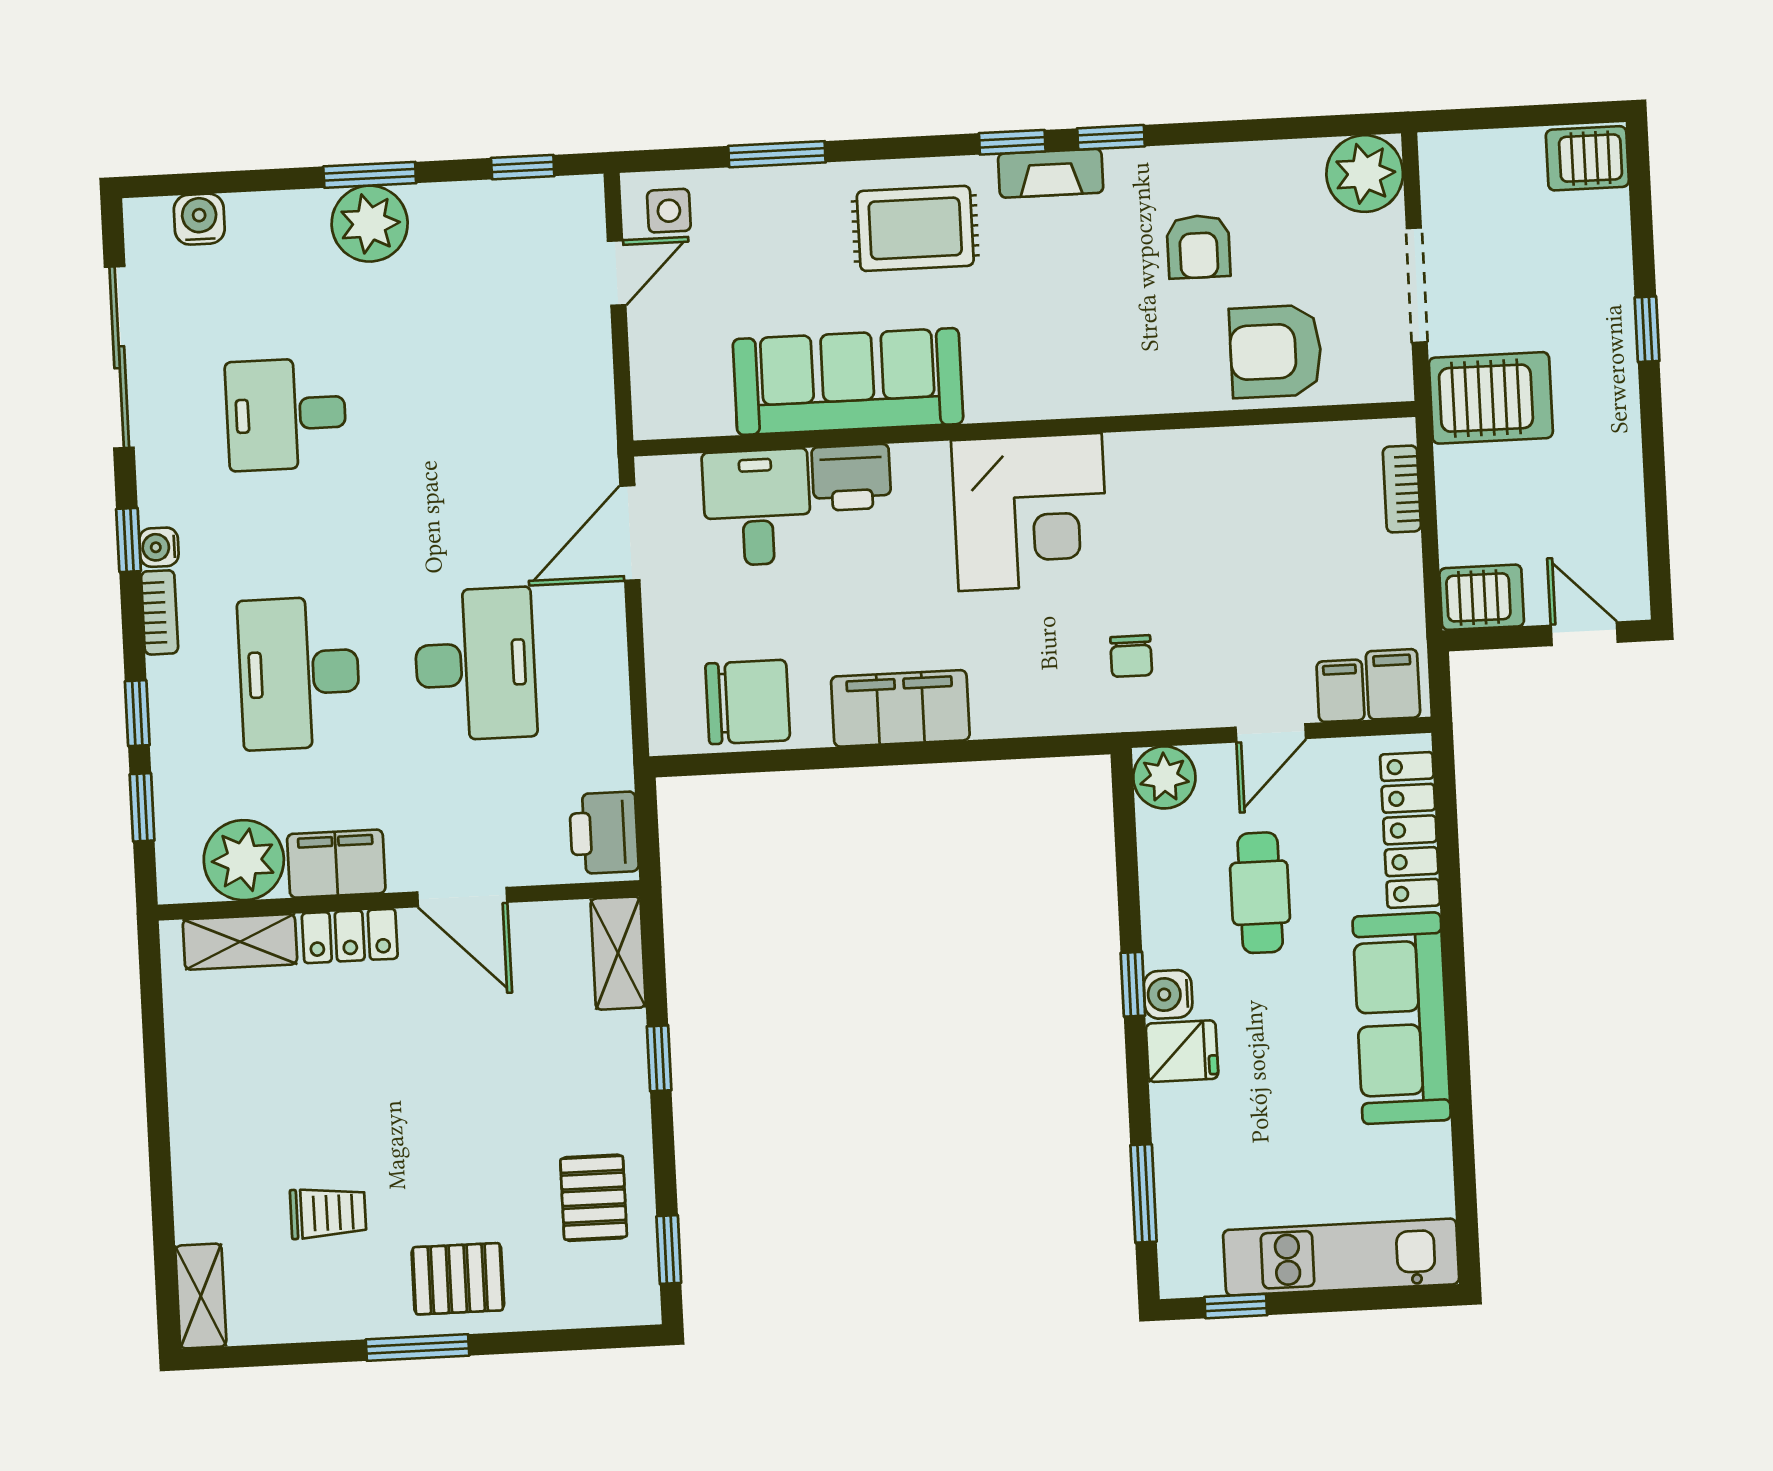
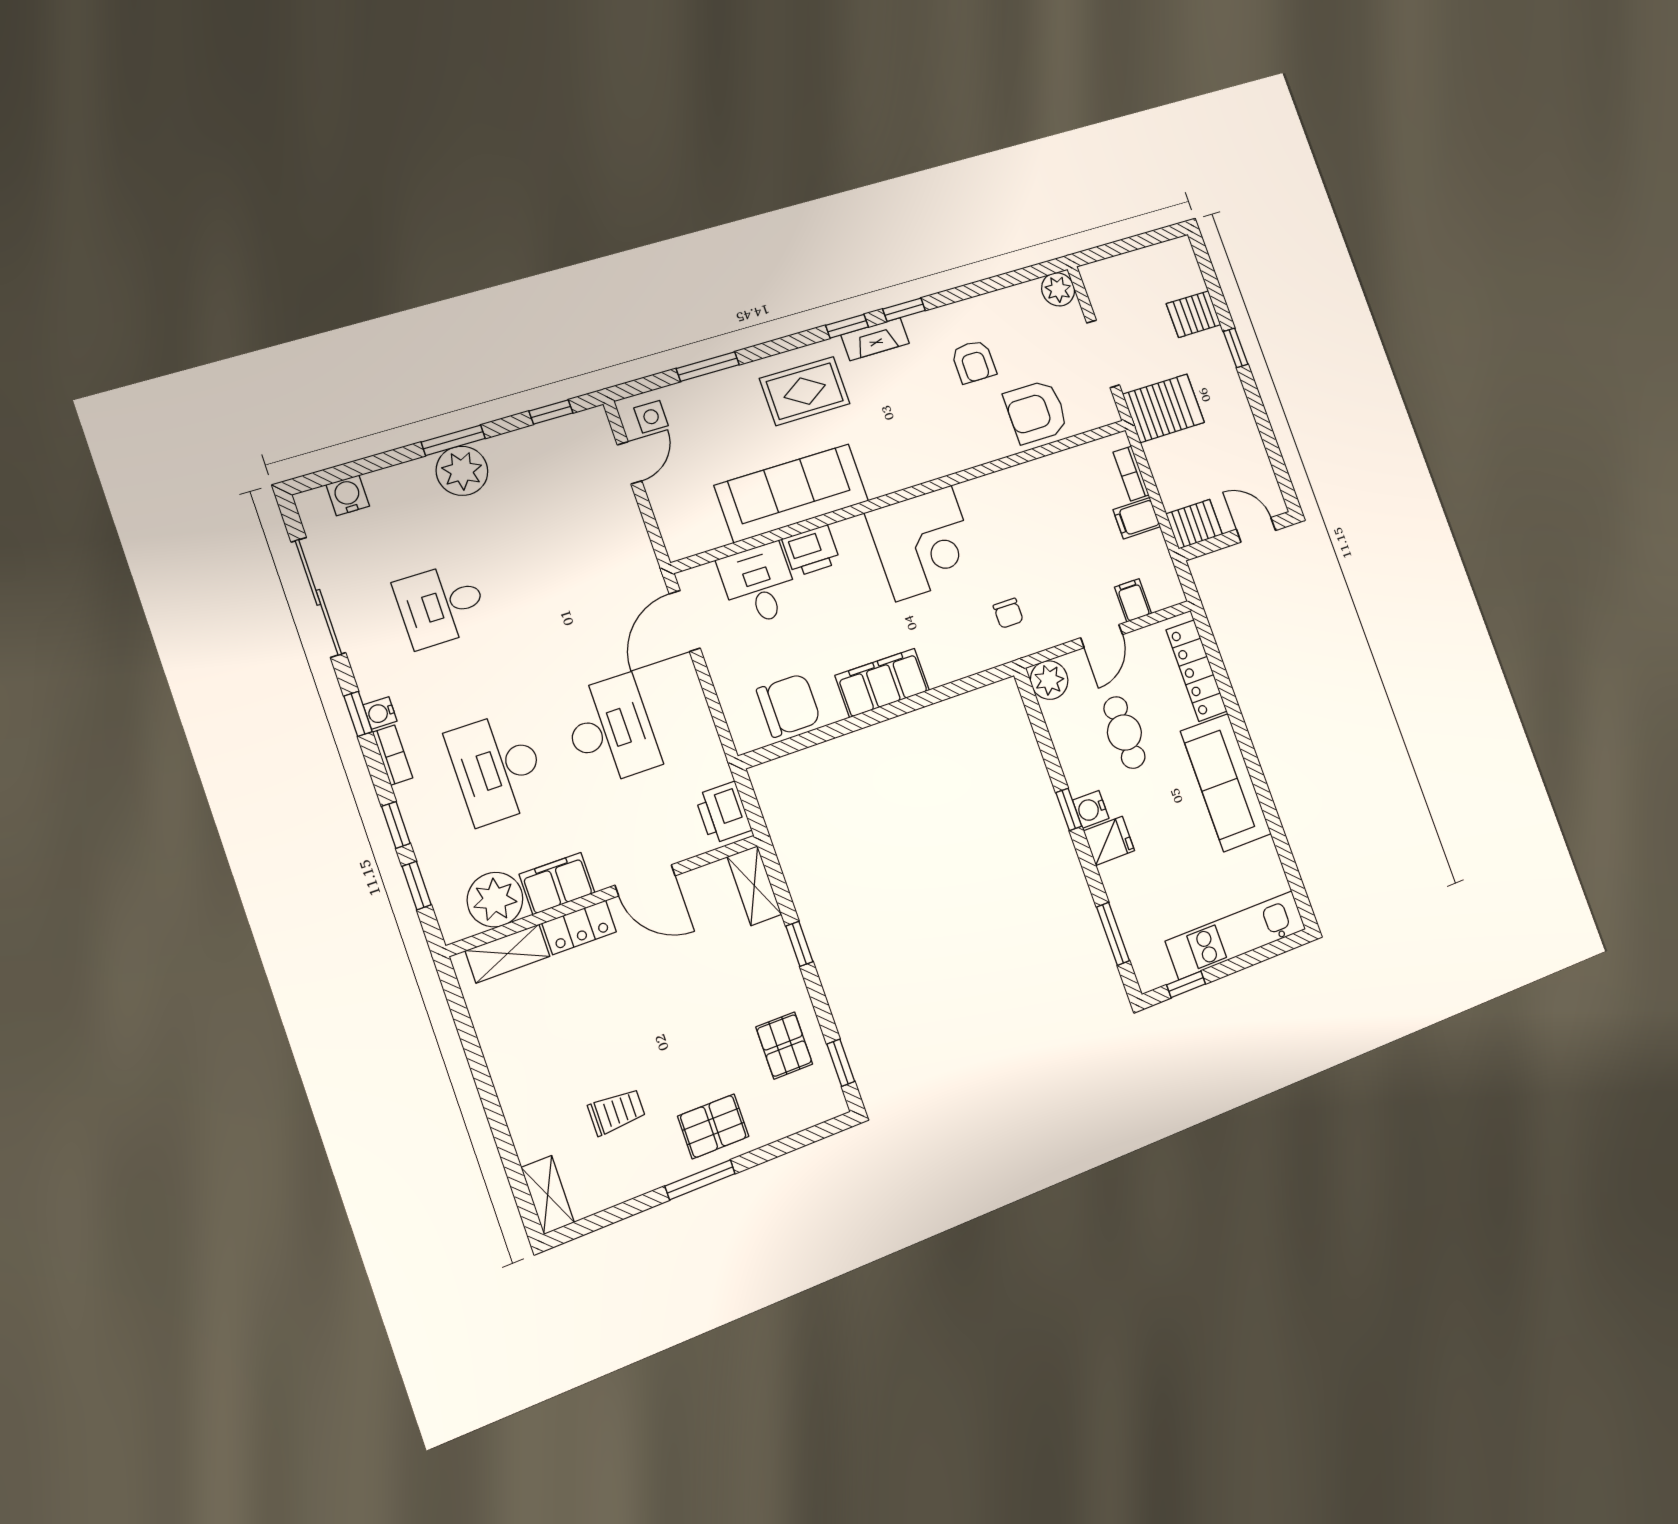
server rack: (1587, 158) -> (1194, 314), moved
plant: (1365, 174) -> (1058, 289), width x0.73, depth x0.73
filing cabinet: (1393, 684) -> (1137, 518), moved, turned -90

